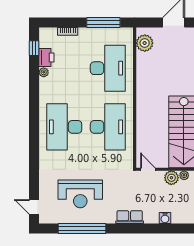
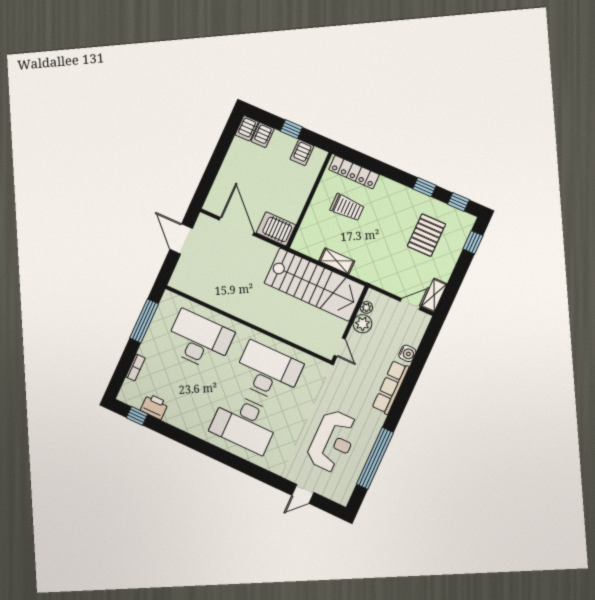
plant: (145, 43) -> (190, 284), removed
plant: (44, 72) -> (170, 418), removed
door: (148, 169) -> (340, 347), swing flipped
door: (34, 207) -> (303, 494), moved
row of seats: (130, 217) -> (391, 387), width x1.48

